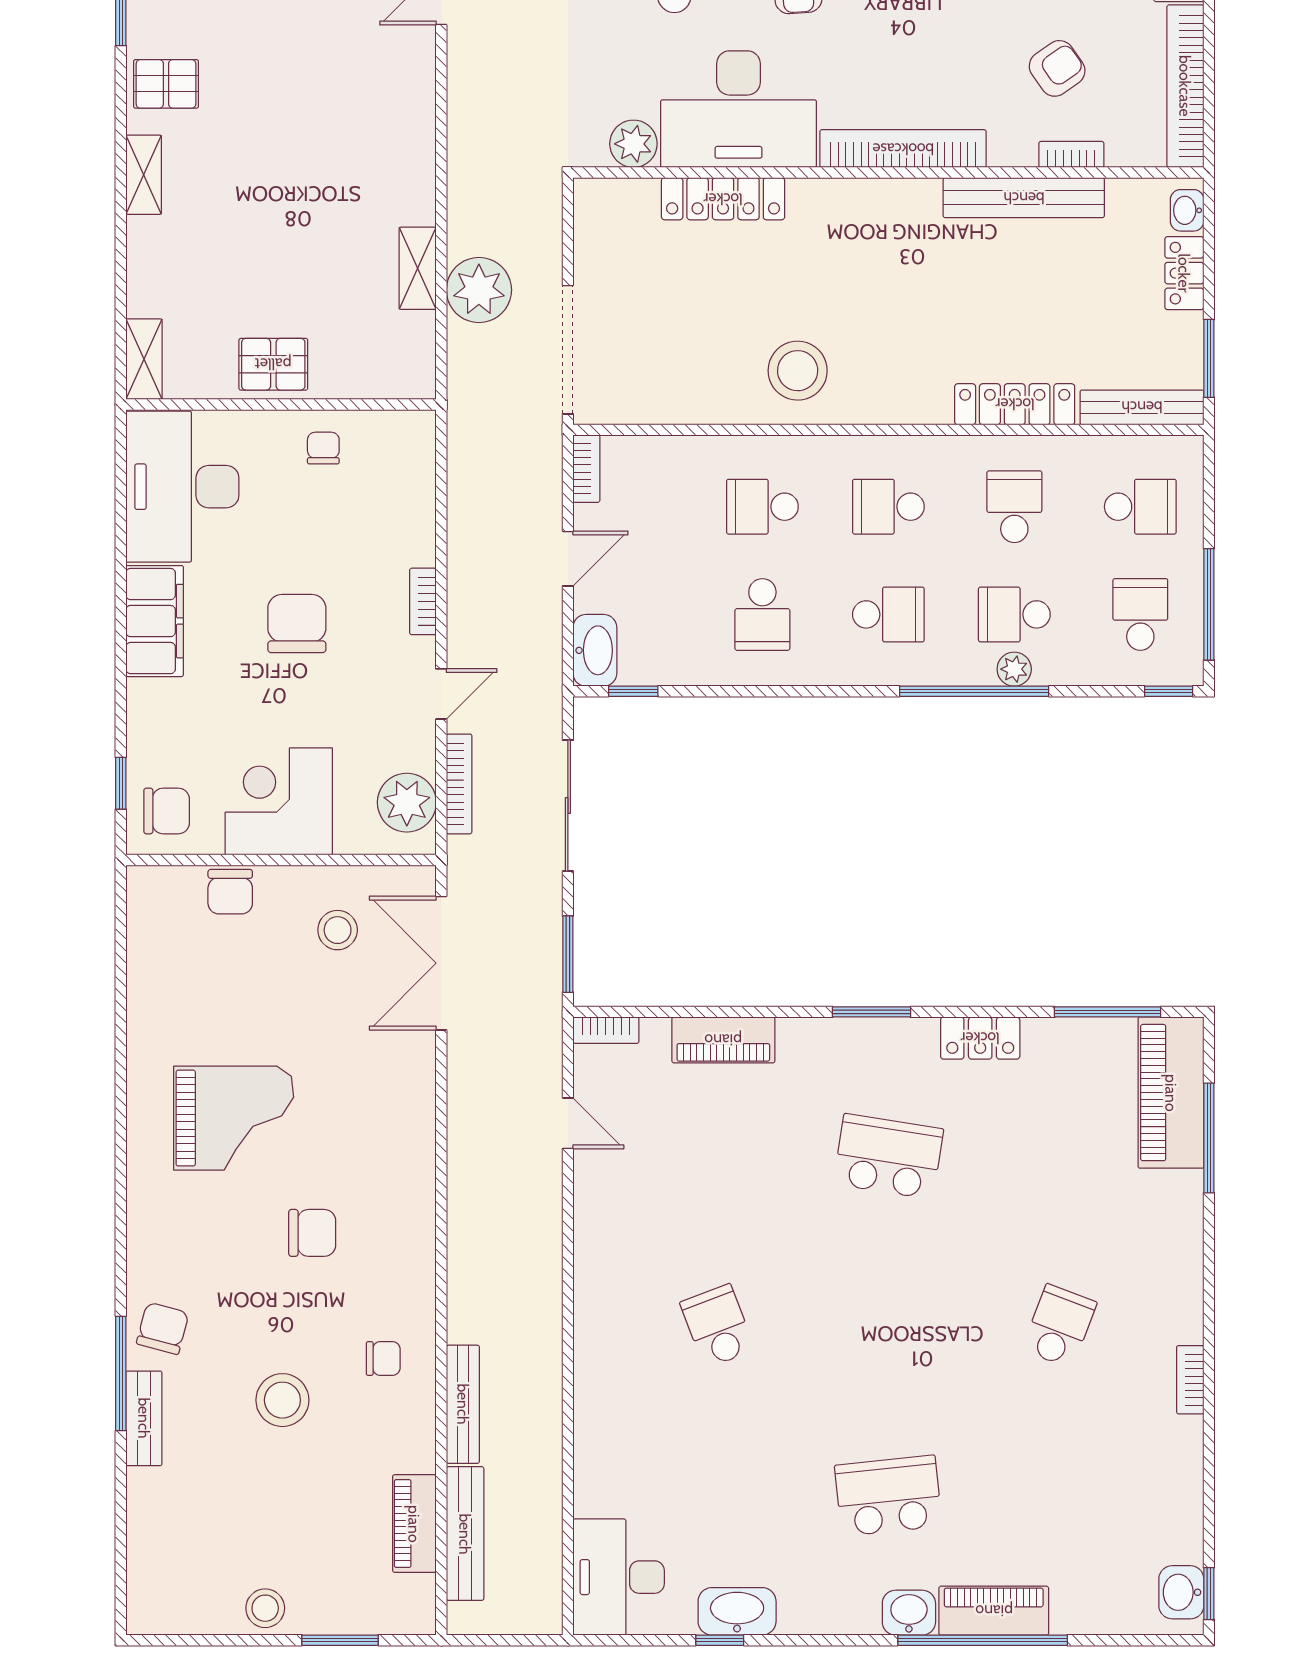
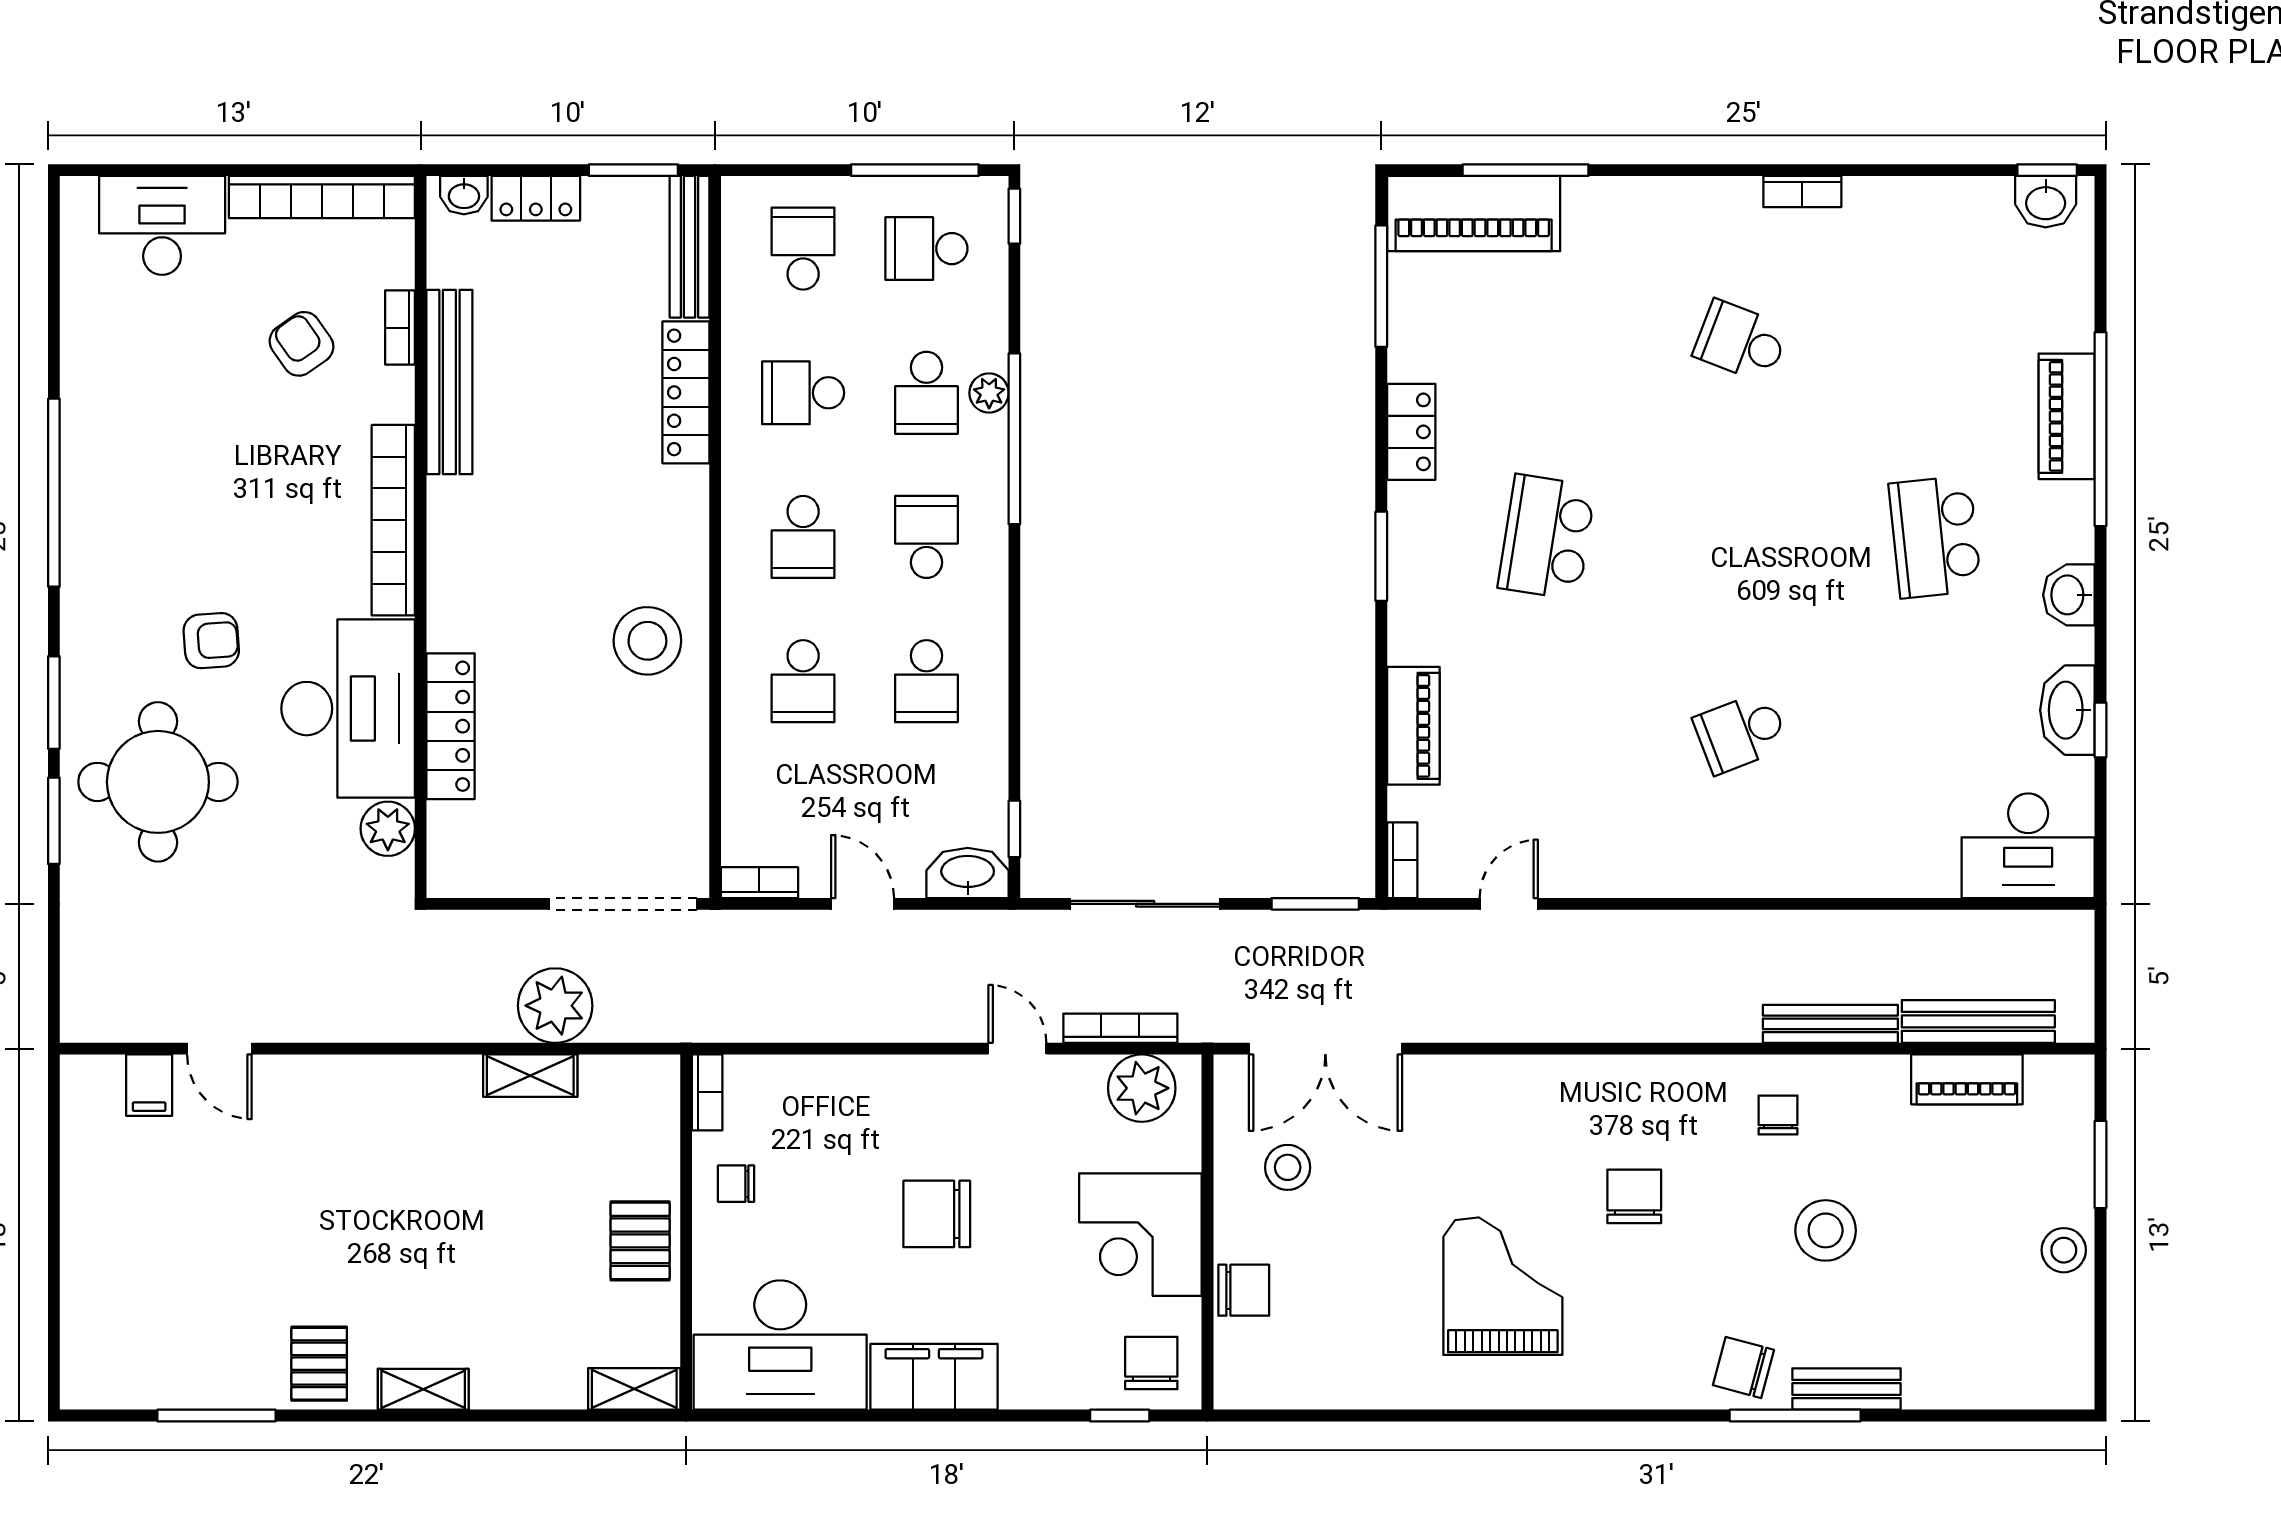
bookcase: (423, 601) -> (707, 1092), moved, turned -90
school desk: (762, 614) -> (926, 681), turned 90
washbasin: (909, 1613) -> (2069, 595), moved

